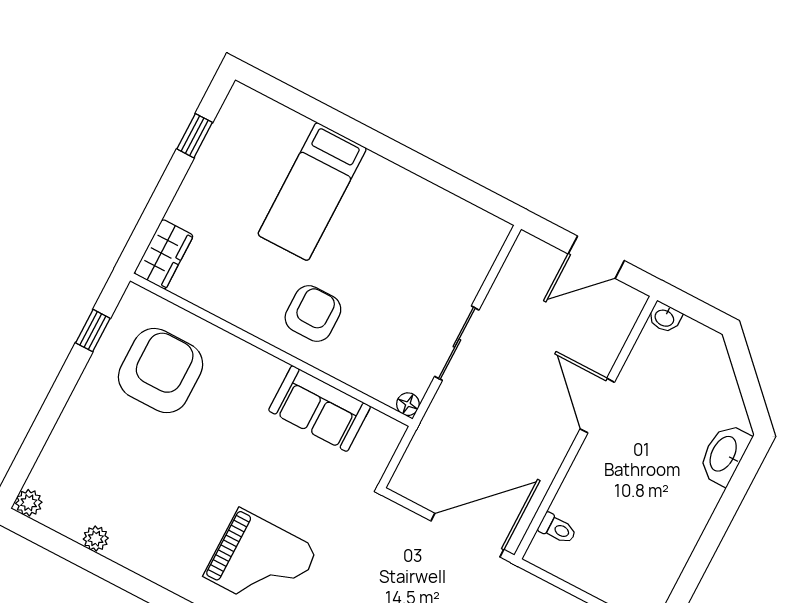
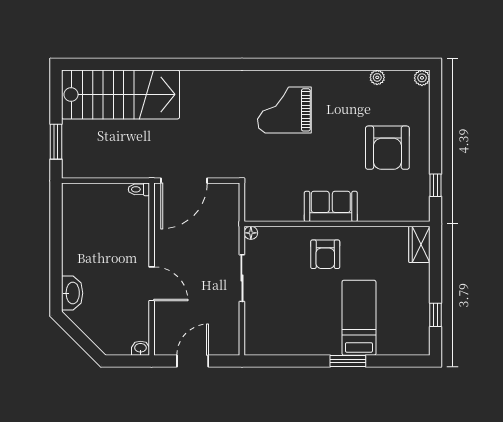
window: (363, 135) -> (348, 361), added
armchair: (161, 371) -> (387, 148), moved
sofa: (320, 409) -> (331, 206), moved
toilet: (557, 529) -> (139, 189), moved

